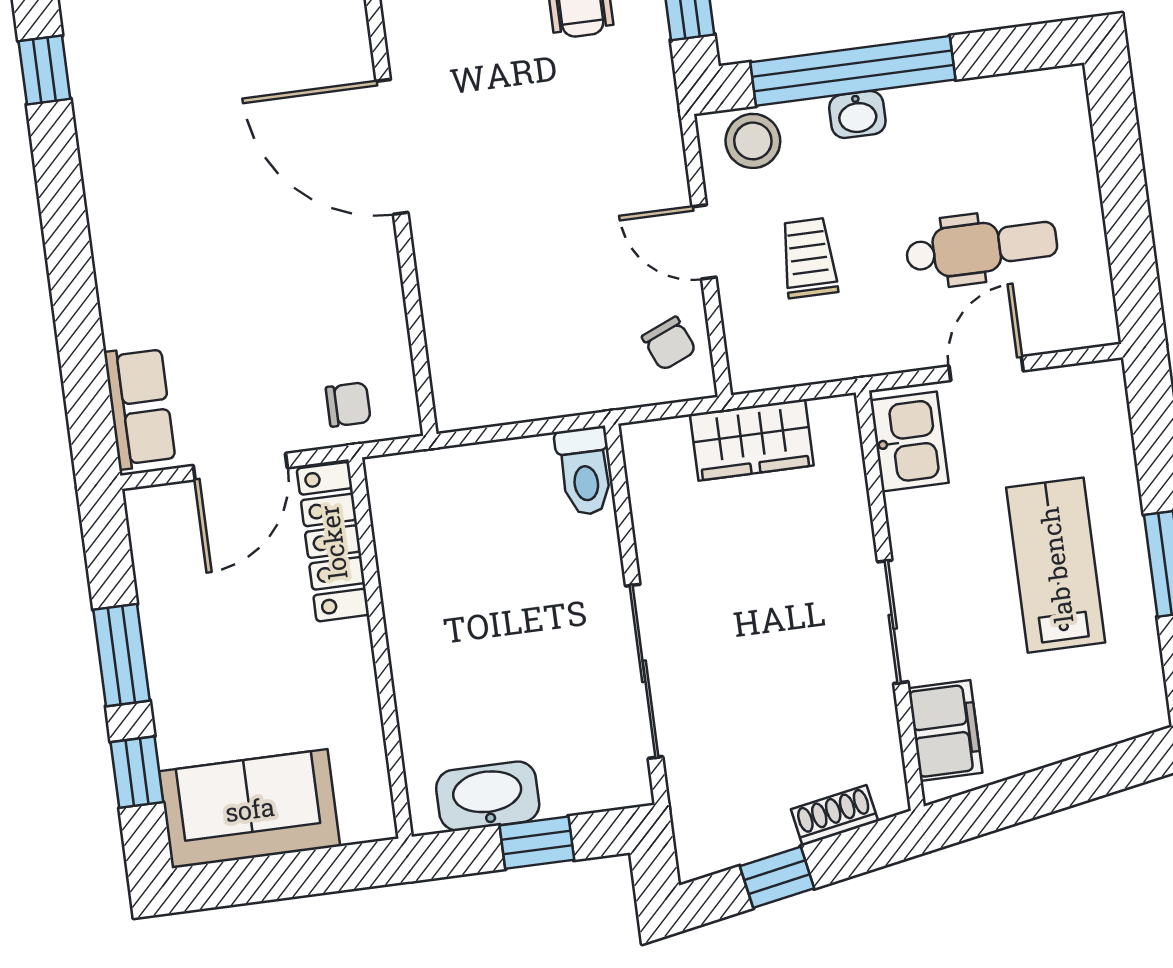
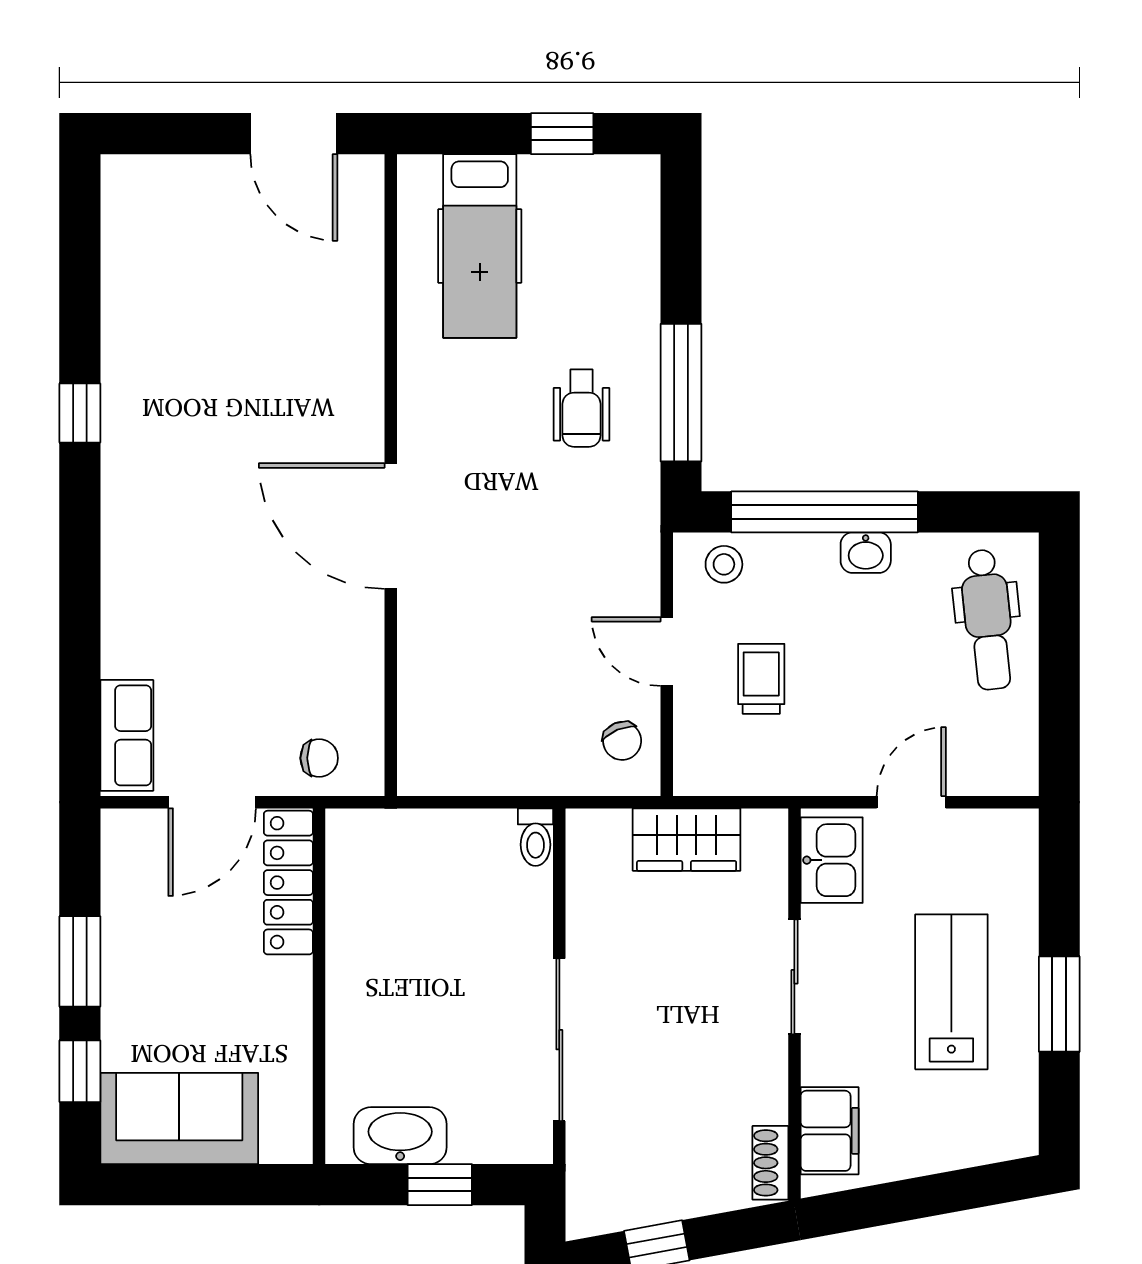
washbasin: (857, 114) -> (866, 553), moved
stool: (753, 141) -> (724, 564), width x0.73, depth x0.73
dental chair: (982, 248) -> (988, 620), moved, turned 84
toilet: (585, 471) -> (536, 837), width x0.73, depth x0.72
sliding door: (893, 622) -> (794, 977), moved
shoe rack: (835, 815) -> (770, 1163), moved, turned -80

